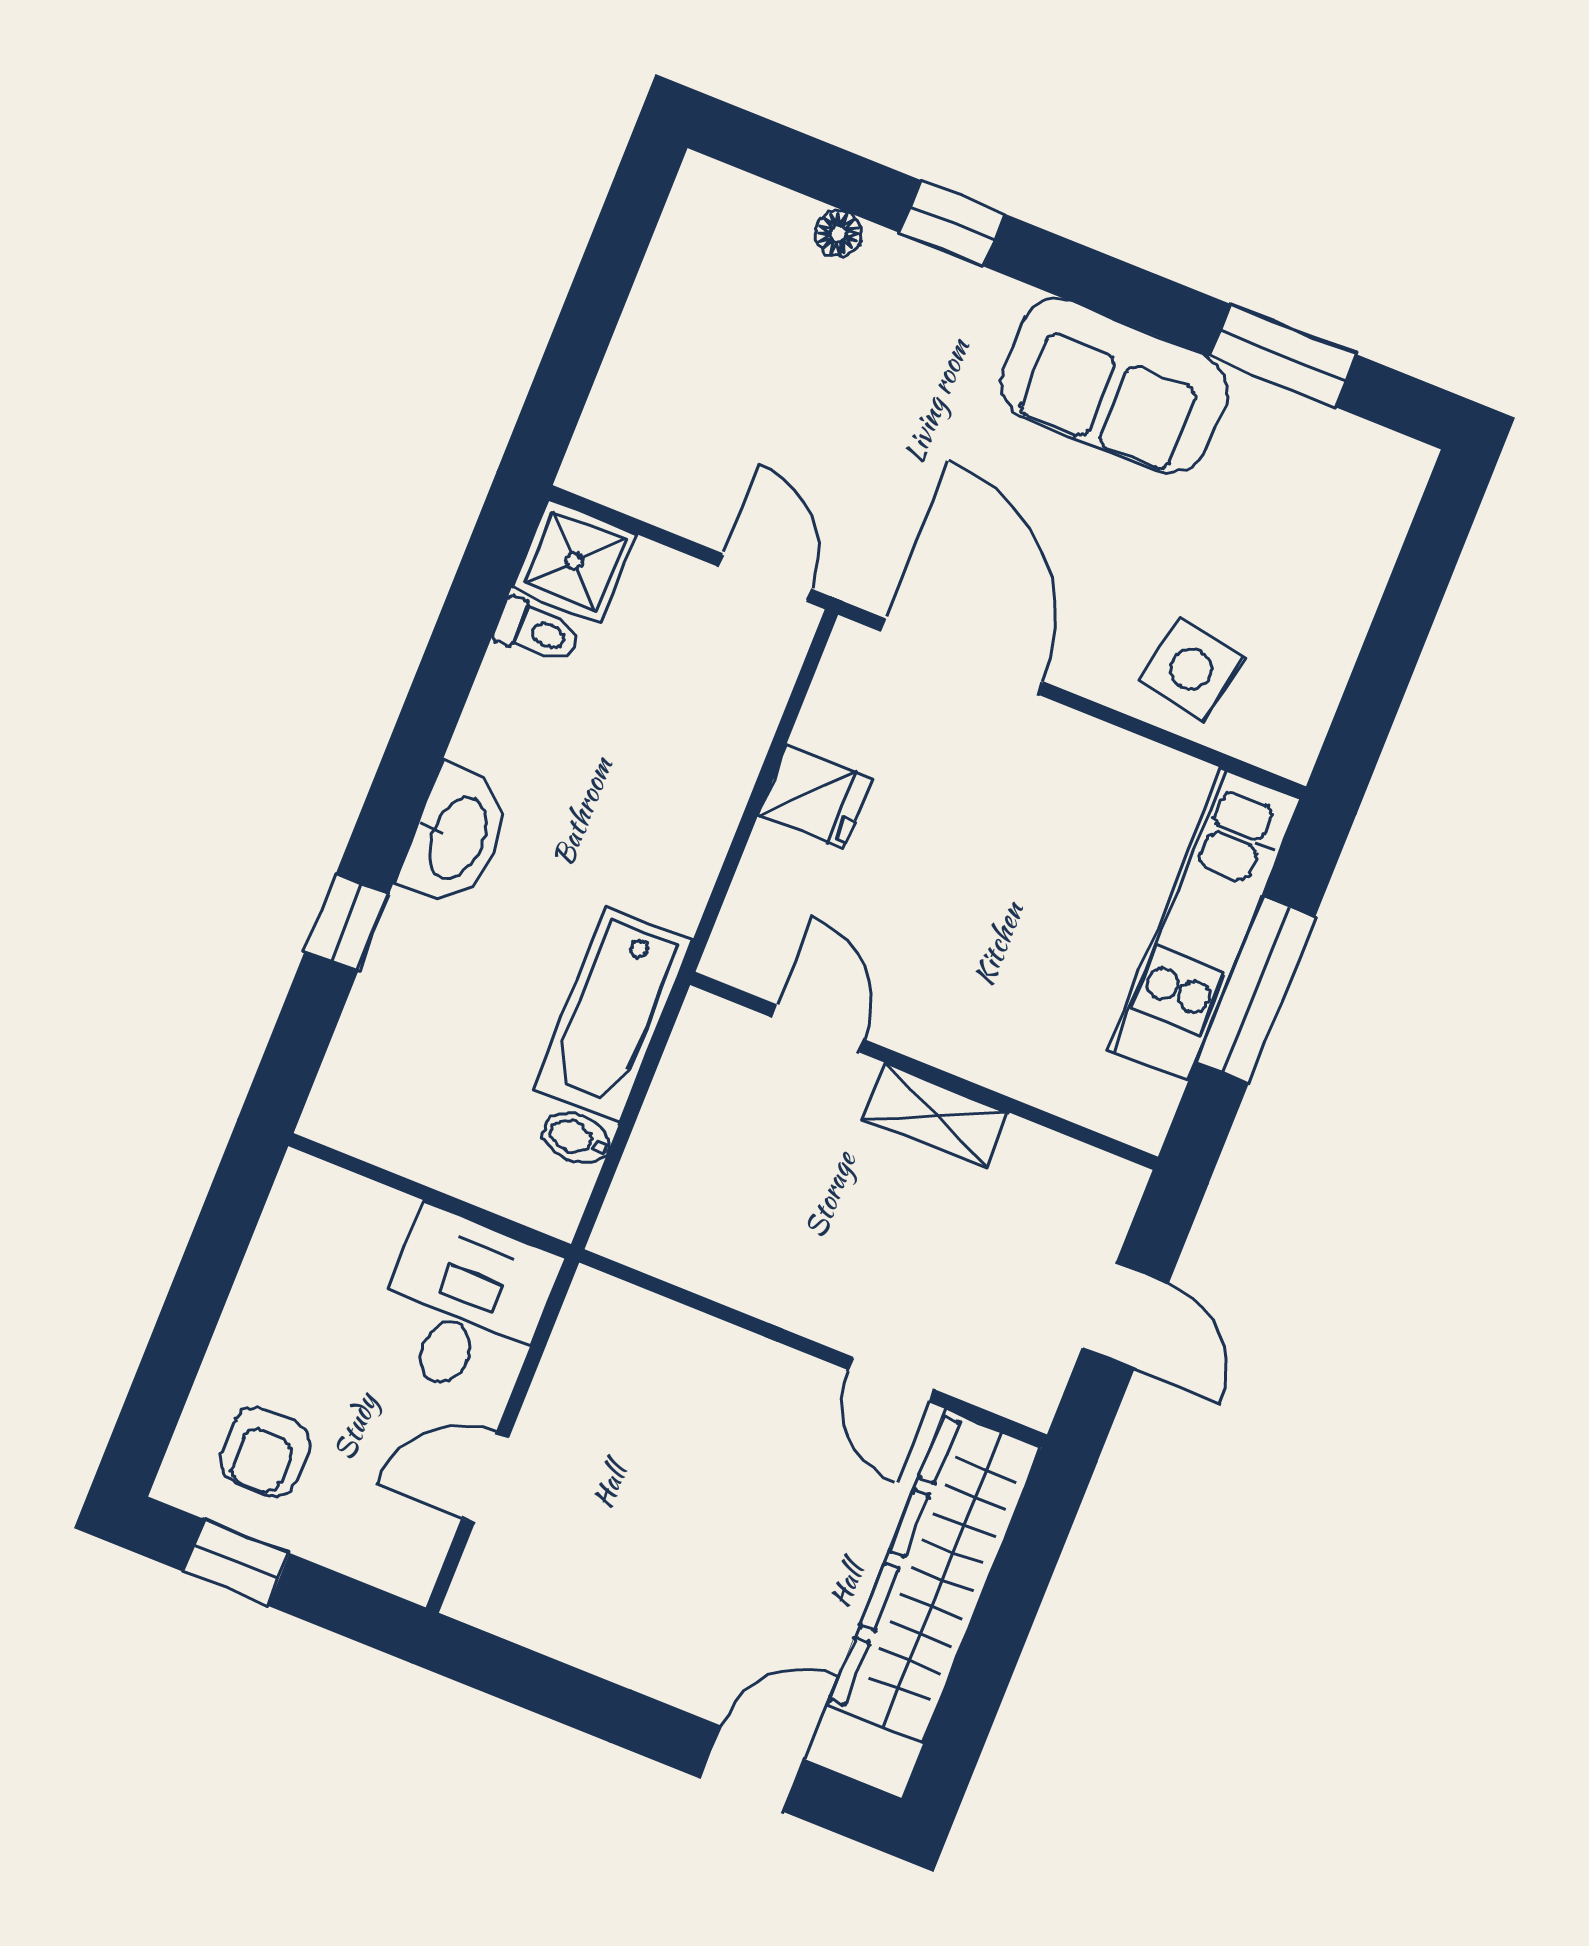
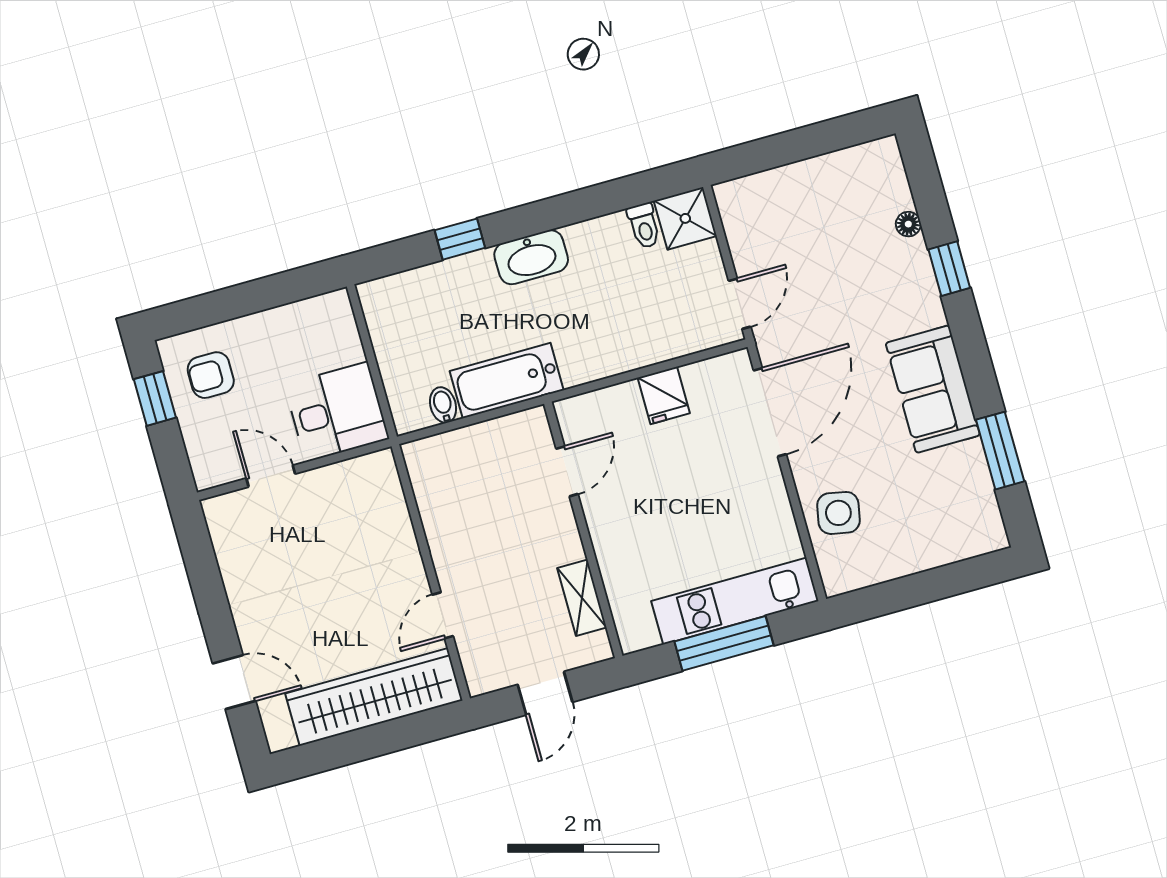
shelving: (936, 1116) -> (582, 598), moved

